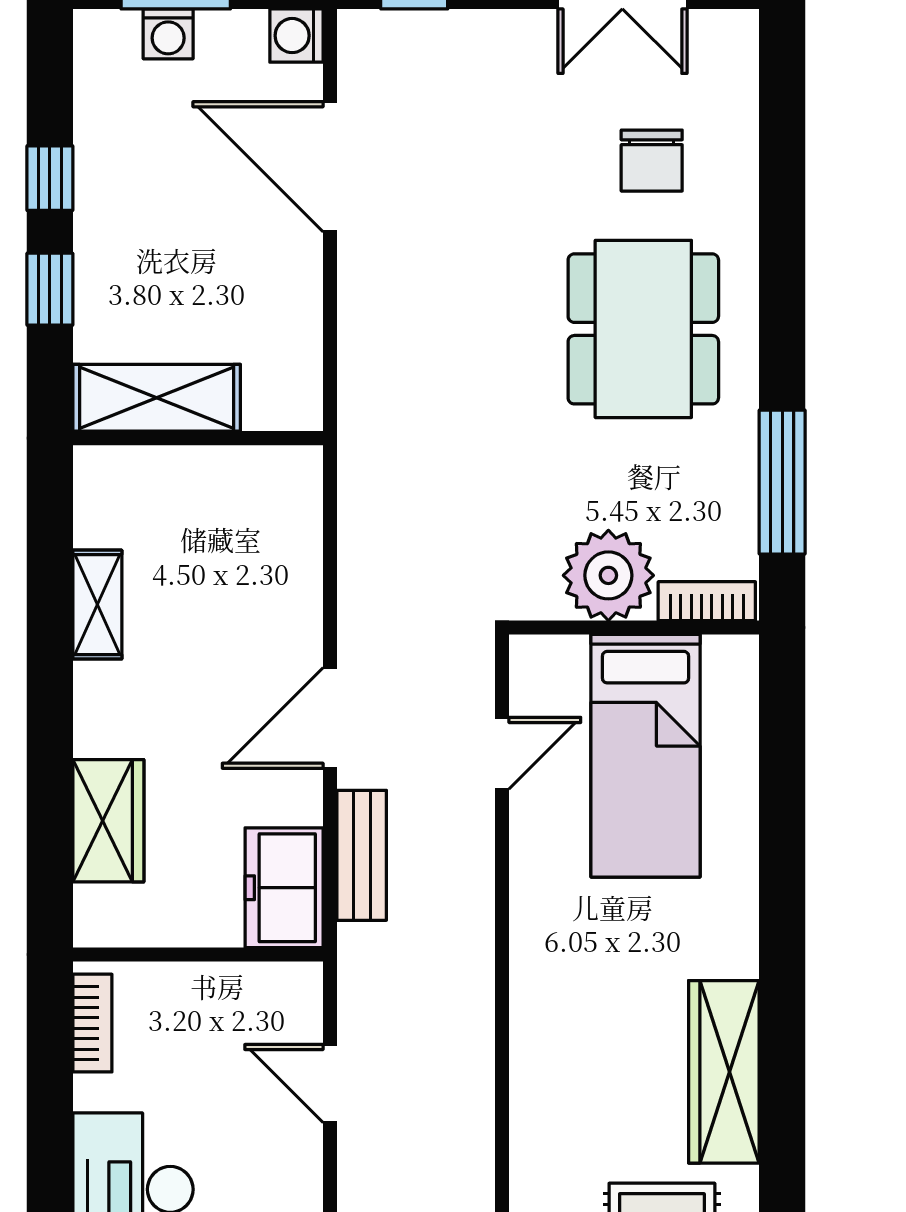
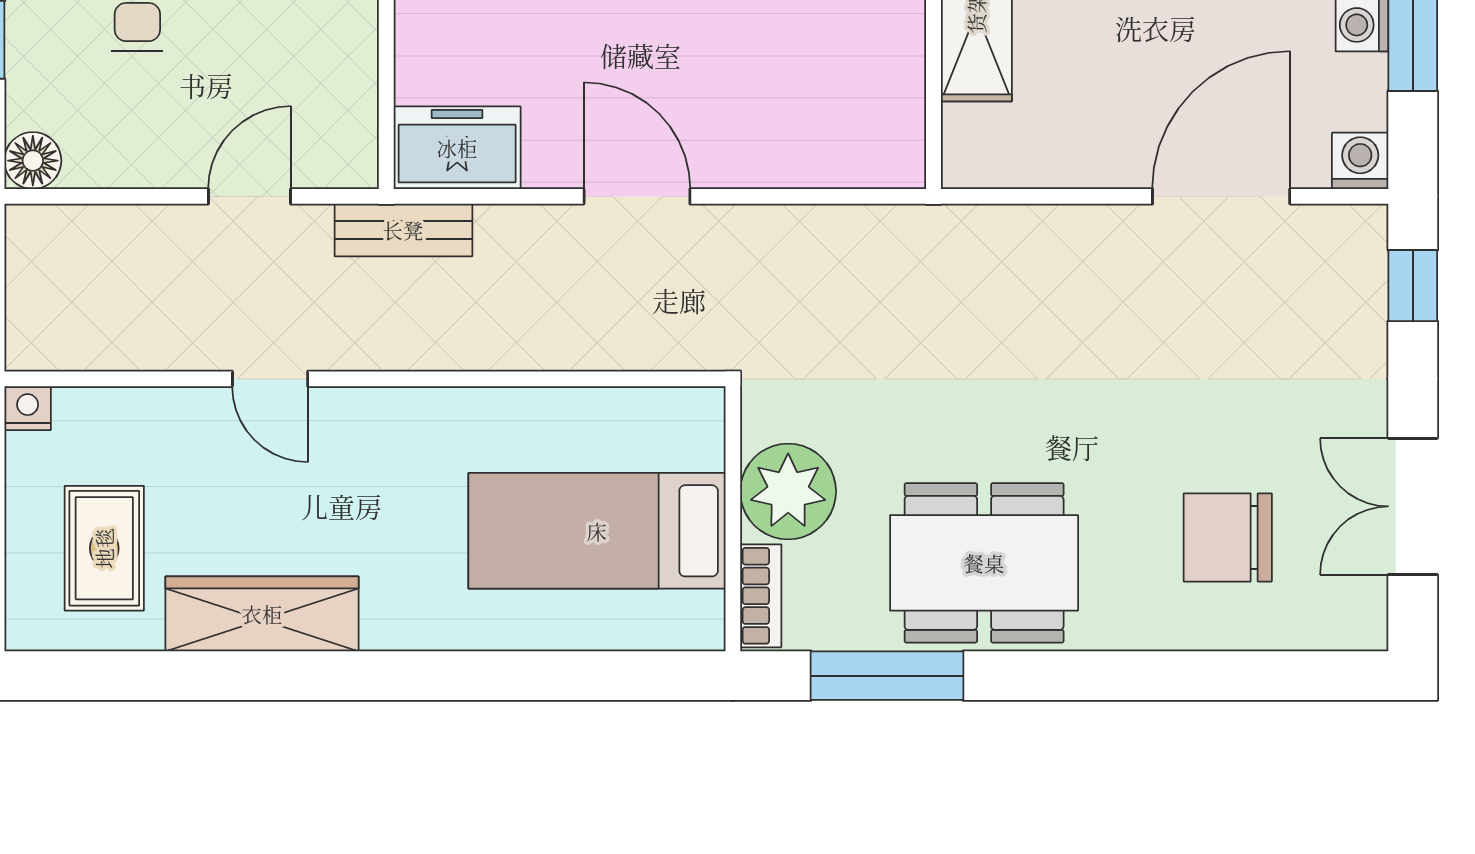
chair: (652, 161) -> (1228, 537), width x1.37, depth x1.37
dining table: (643, 329) -> (984, 563), moved
door: (502, 753) -> (270, 379), moved
bench: (362, 855) -> (403, 230), moved

